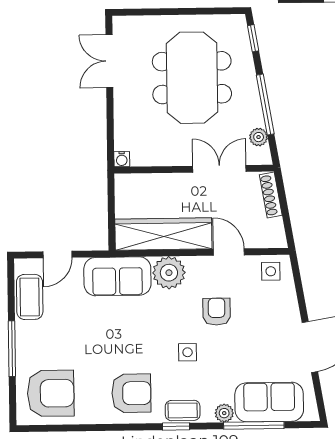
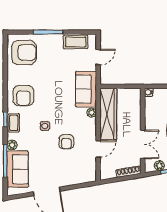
door: (57, 254) -> (98, 57), swing flipped
side table: (271, 271) -> (88, 171), removed
plant: (169, 273) -> (92, 113), width x0.53, depth x0.53
armchair: (217, 312) -> (66, 142), turned 90
armchair: (51, 393) -> (24, 52), turned -90

